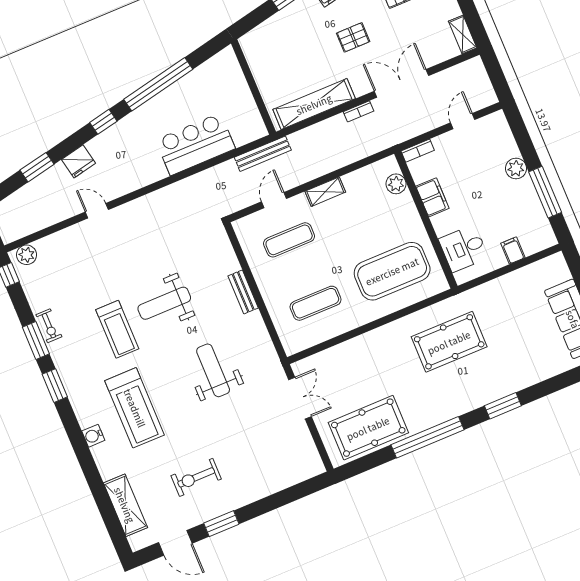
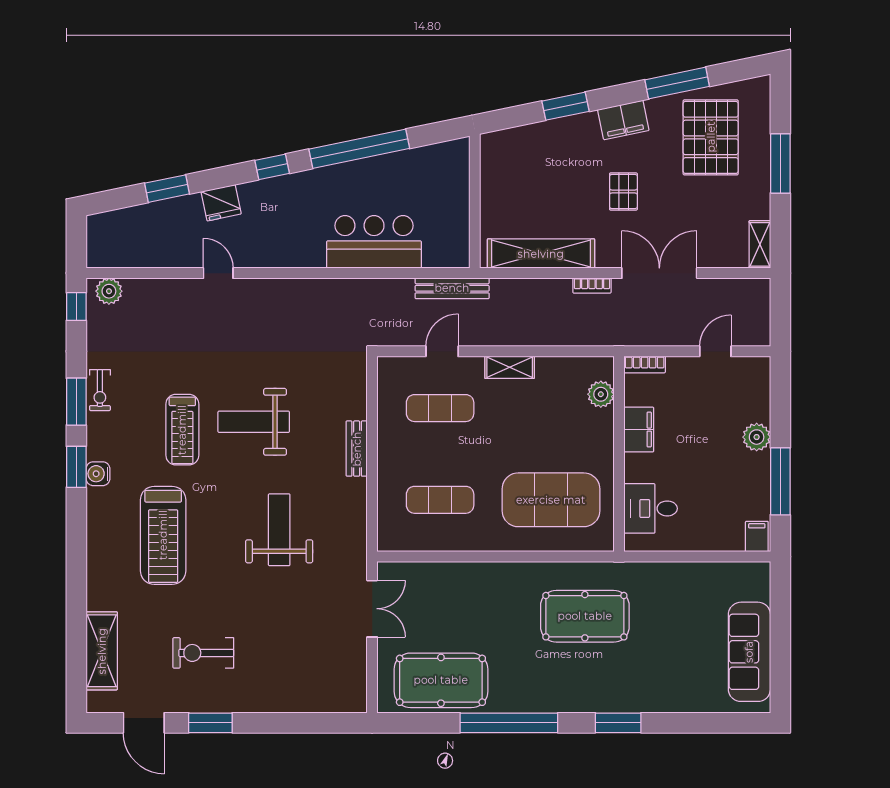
pallet: (353, 37) -> (623, 192), turned 90
filing cabinet: (513, 250) -> (757, 536), moved
water cooler: (93, 436) -> (98, 474), moved

